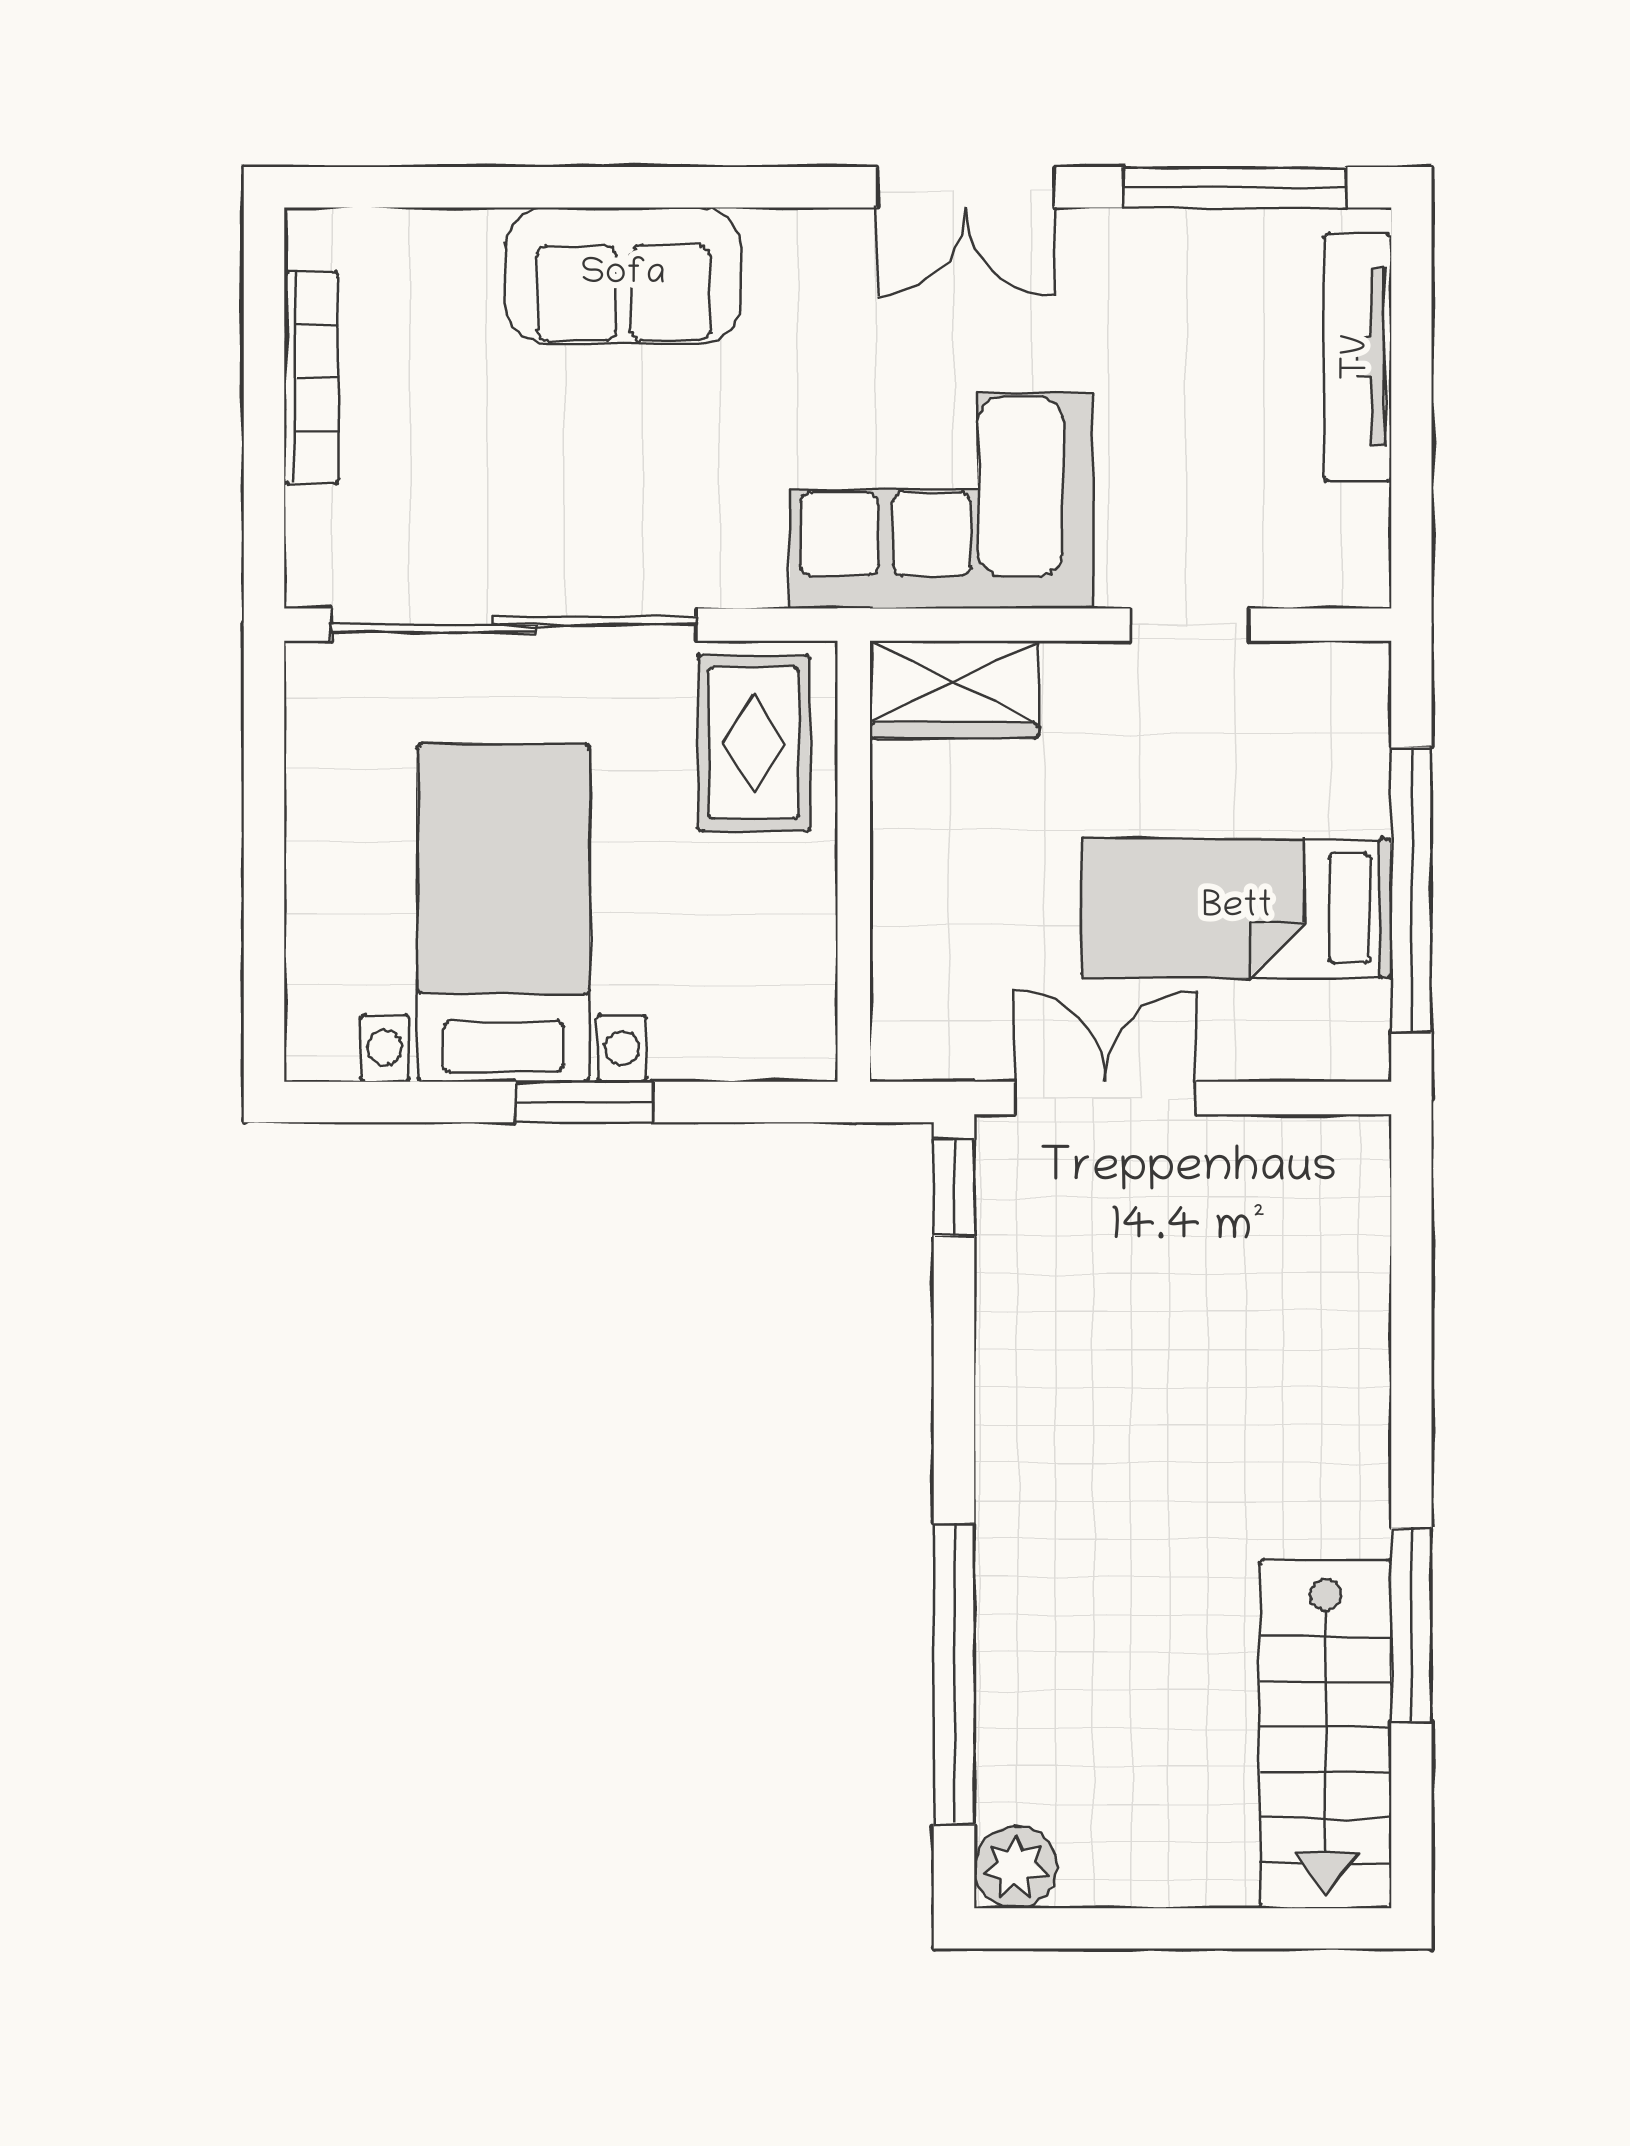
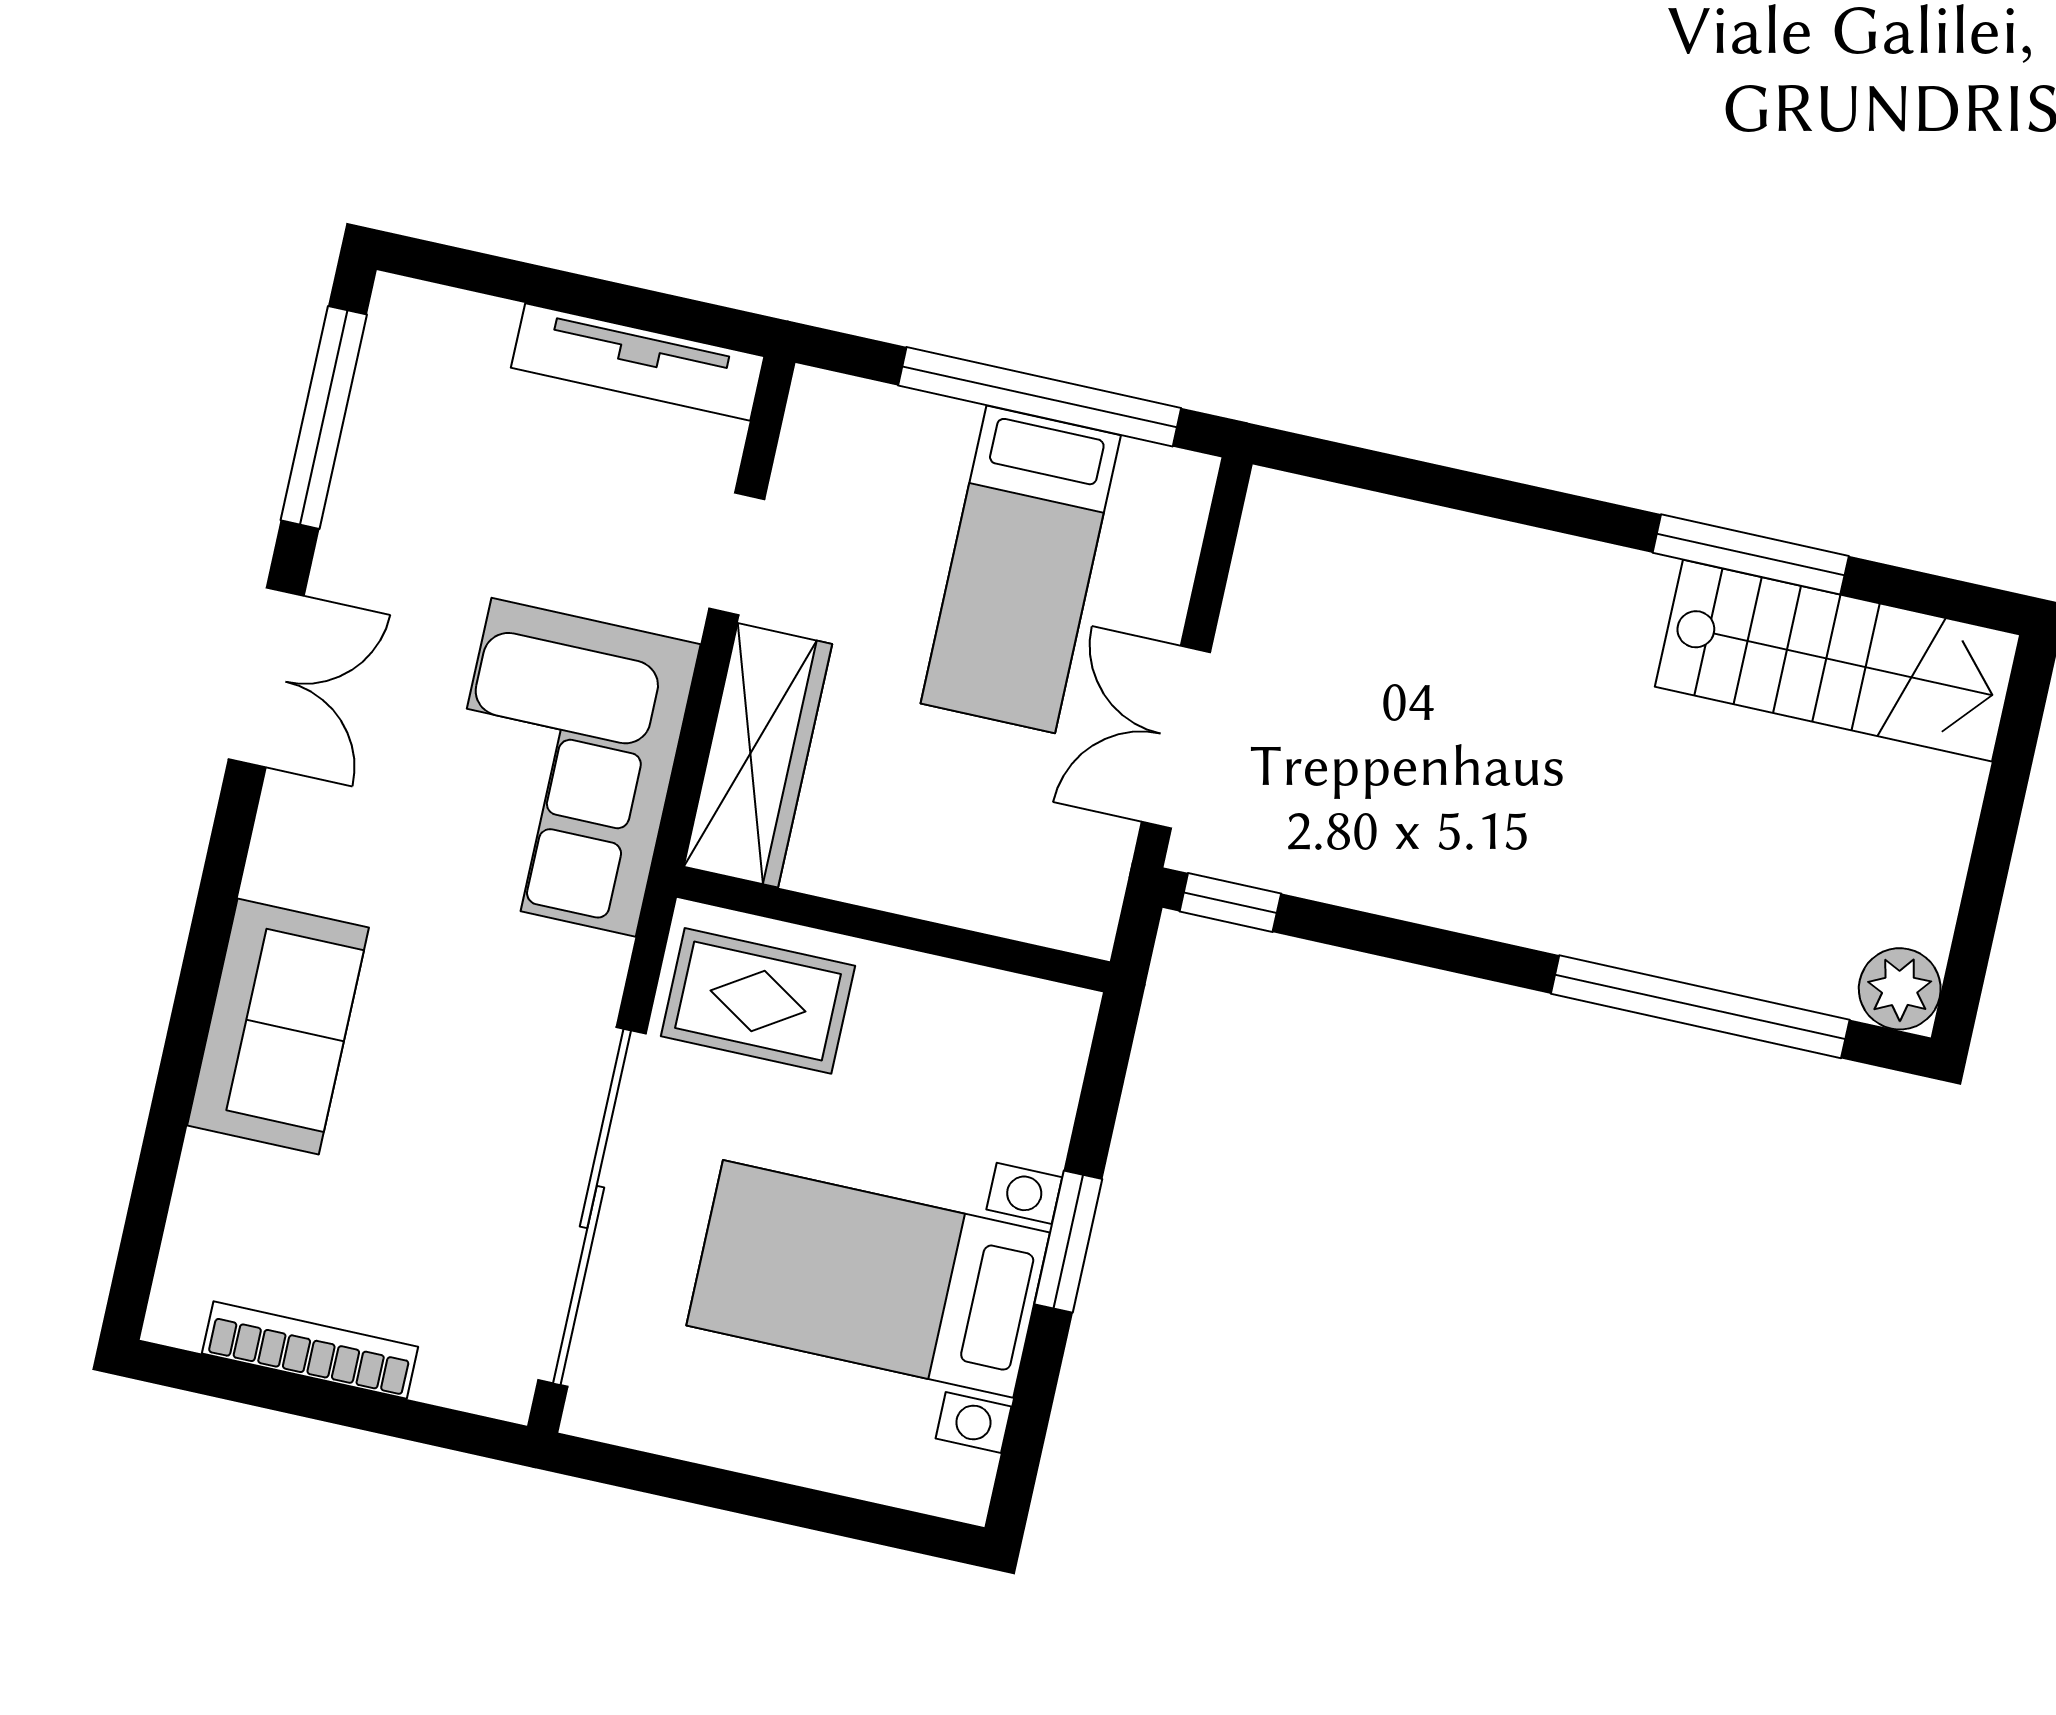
tv unit: (1358, 357) -> (638, 362), moved
wardrobe: (954, 689) -> (758, 755), width x1.50

